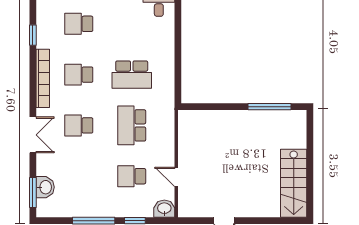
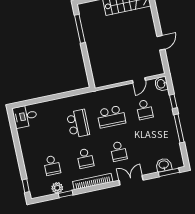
plant: (44, 25) -> (57, 188), added

